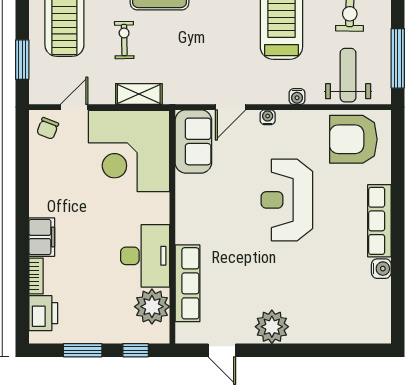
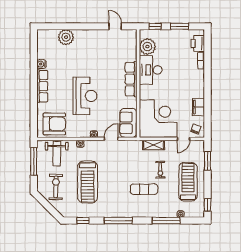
filing cabinet: (42, 237) -> (198, 107), moved
row of seats: (187, 283) -> (131, 79), moved
plant: (272, 327) -> (66, 37), moved

